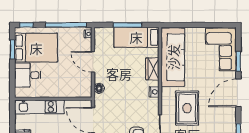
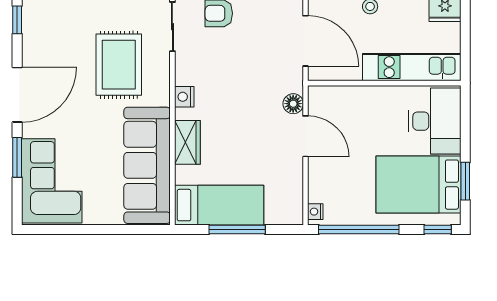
door: (93, 62) -> (306, 136), moved
desk: (28, 75) -> (435, 121), width x1.37

